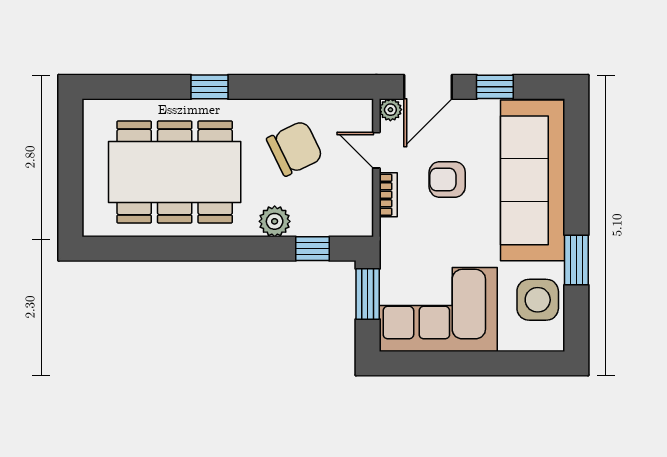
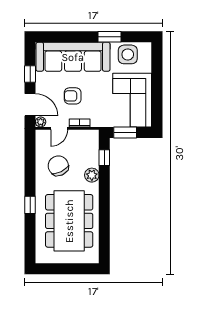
armchair: (447, 179) -> (73, 96), turned 90

